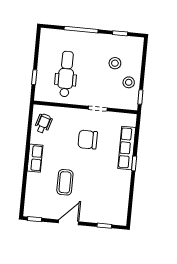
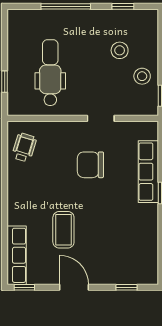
row of seats: (35, 158) -> (17, 255), moved, width x1.48
door: (68, 222) -> (74, 287), hinge flipped

